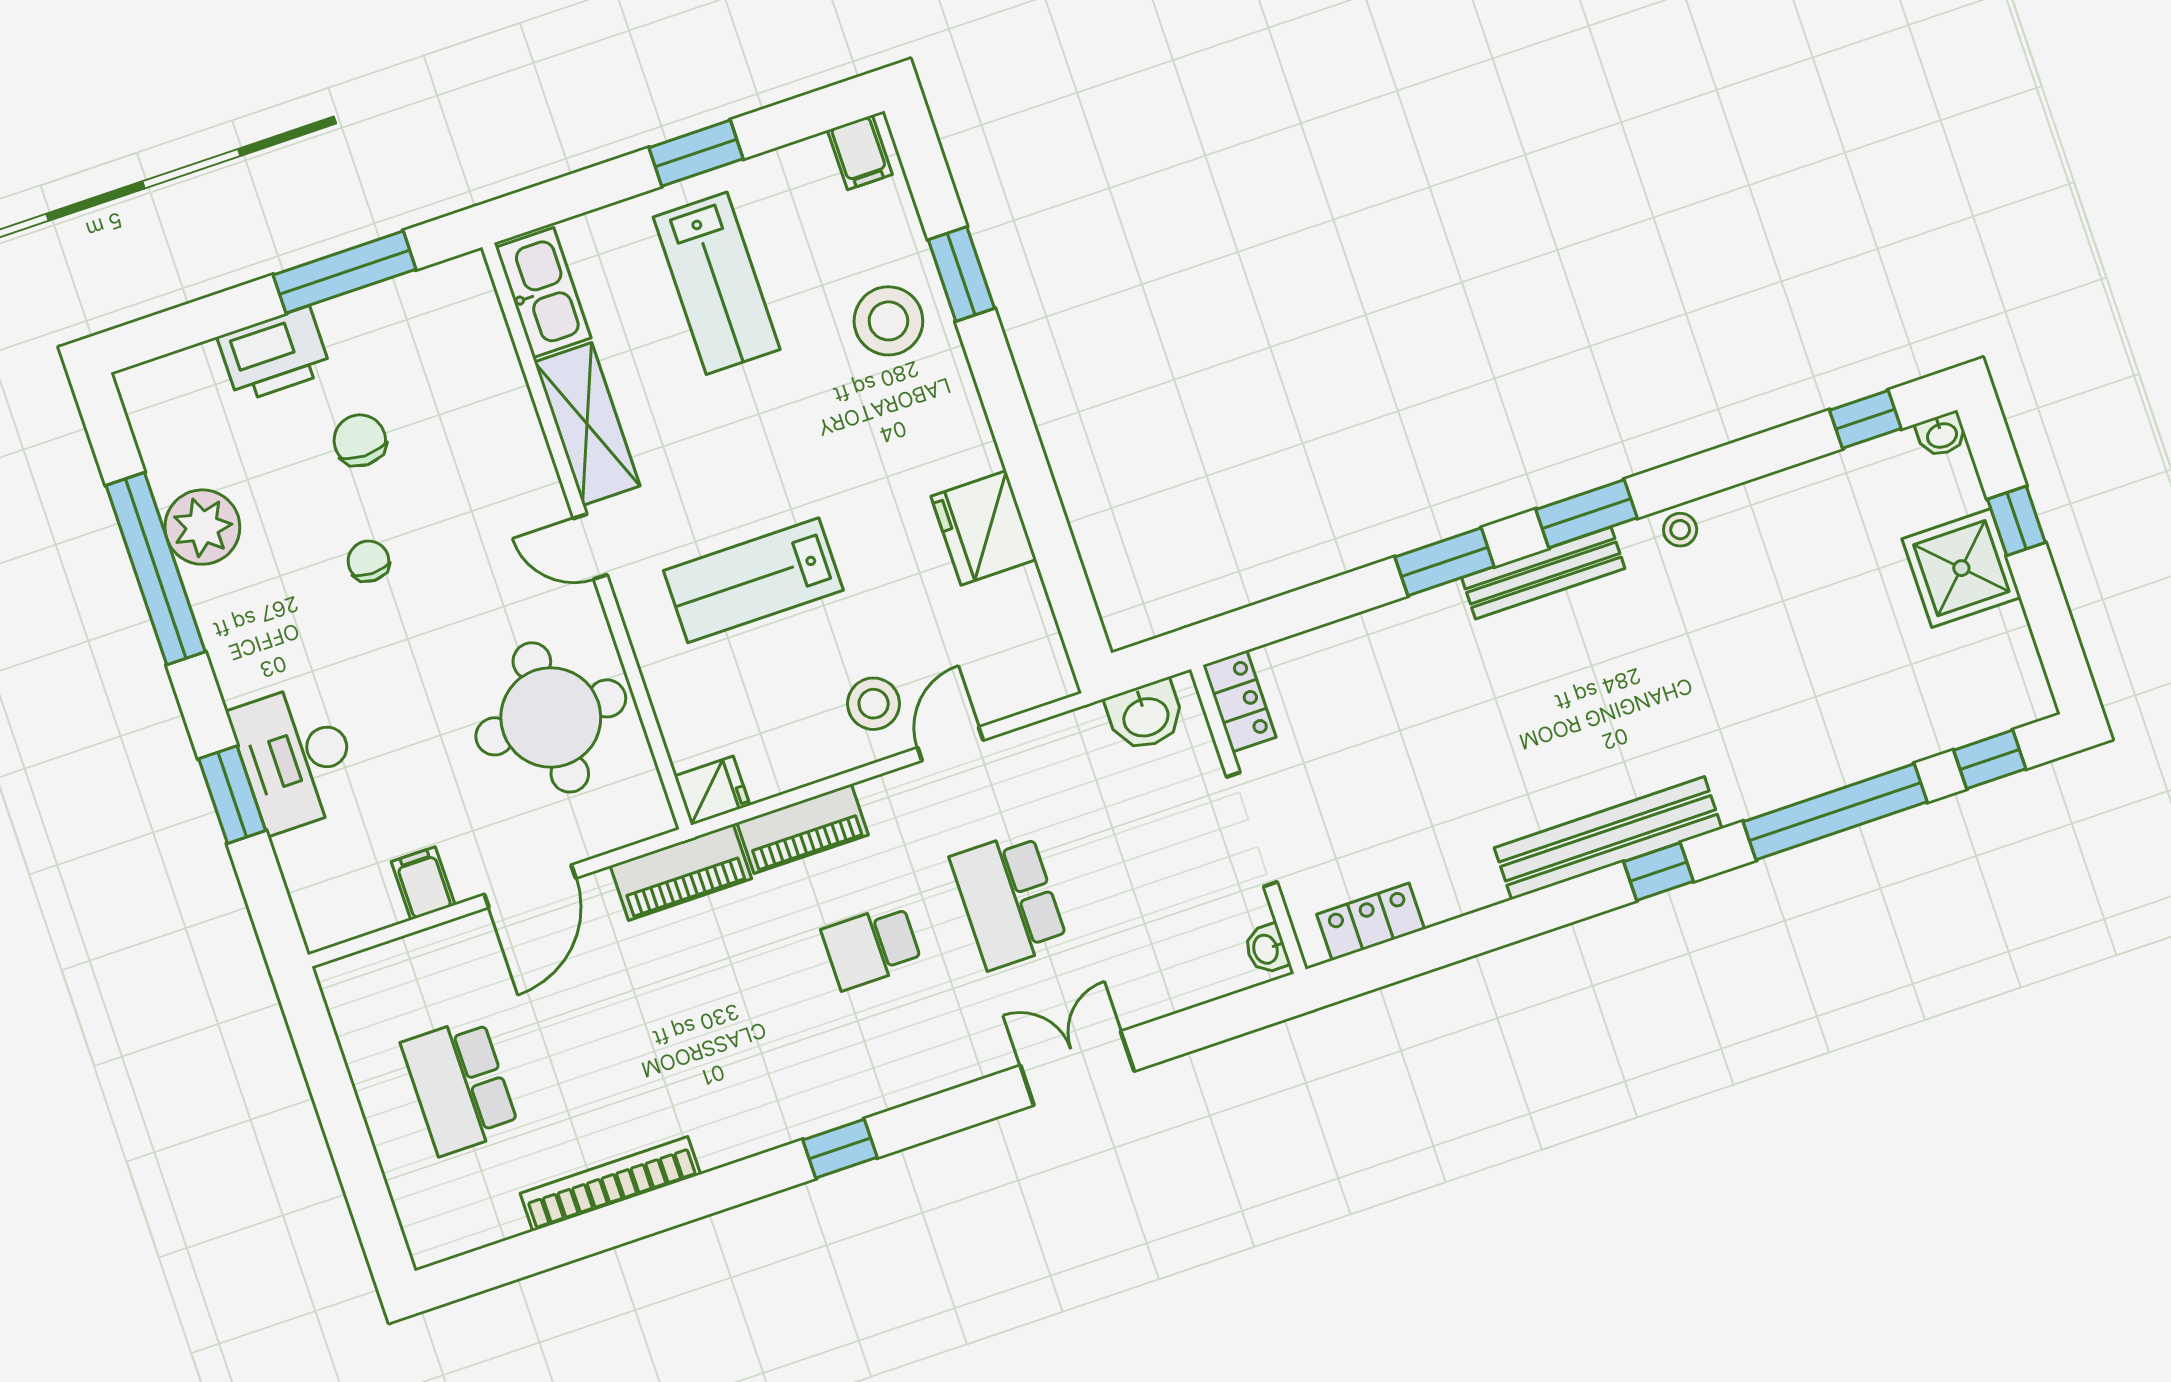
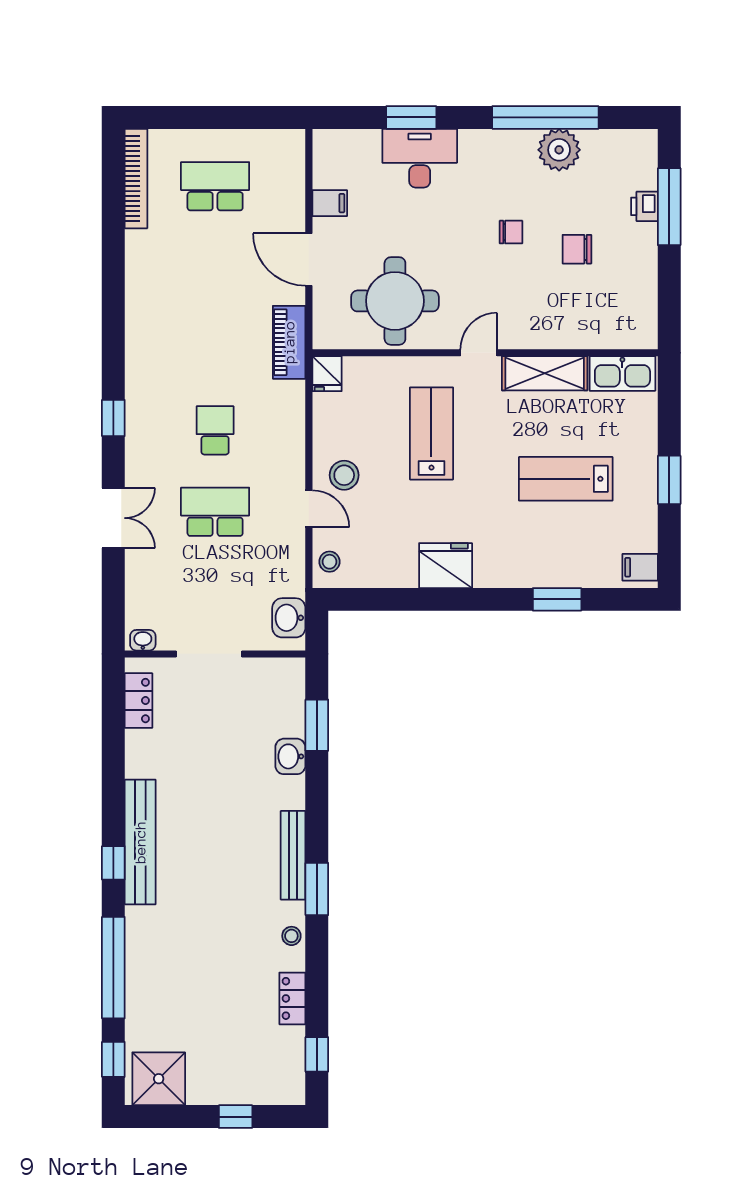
window: (345, 272) -> (669, 207), moved
lab bench: (717, 283) -> (566, 479), moved
stool: (888, 321) -> (329, 562), moved, width x0.53, depth x0.53
printer: (274, 354) -> (644, 206), width x0.53, depth x0.68
washbasin: (1942, 434) -> (290, 756), moved, width x1.38, depth x1.45
chair: (360, 440) -> (577, 249), turned 180
fridge: (984, 528) -> (446, 566), moved
window: (1445, 562) -> (317, 725), moved
shower: (1961, 568) -> (159, 1079), moved
locker: (1239, 701) -> (292, 998), moved, turned 90
piano: (803, 829) -> (290, 415), removed
window: (840, 1149) -> (113, 418), moved
bookcase: (610, 1184) -> (136, 179), moved

